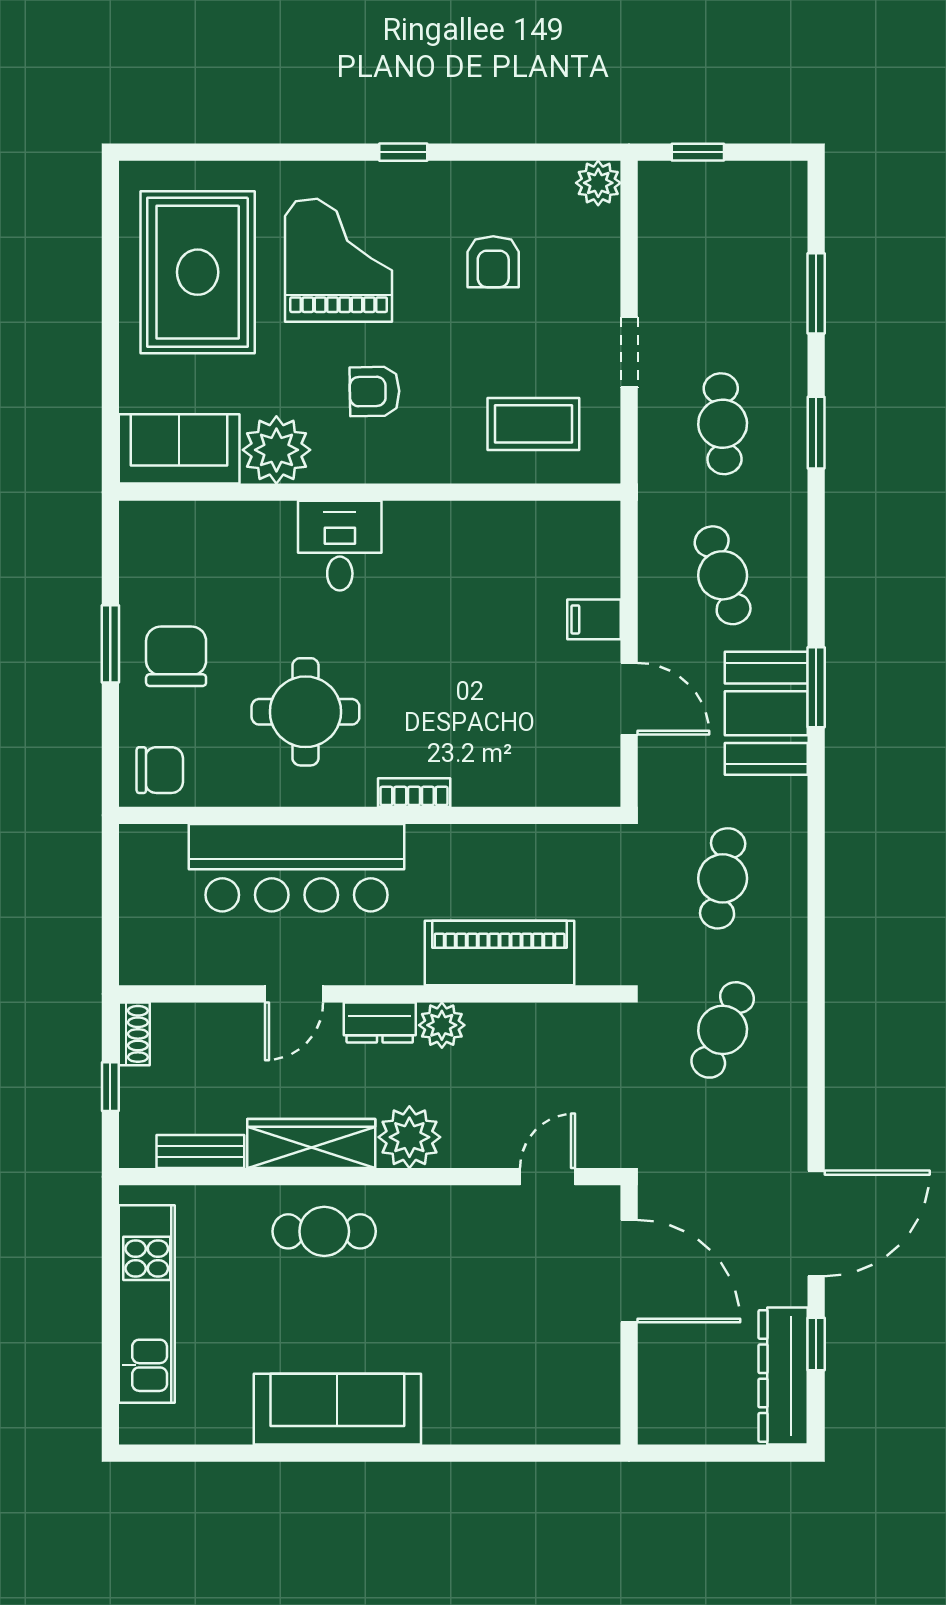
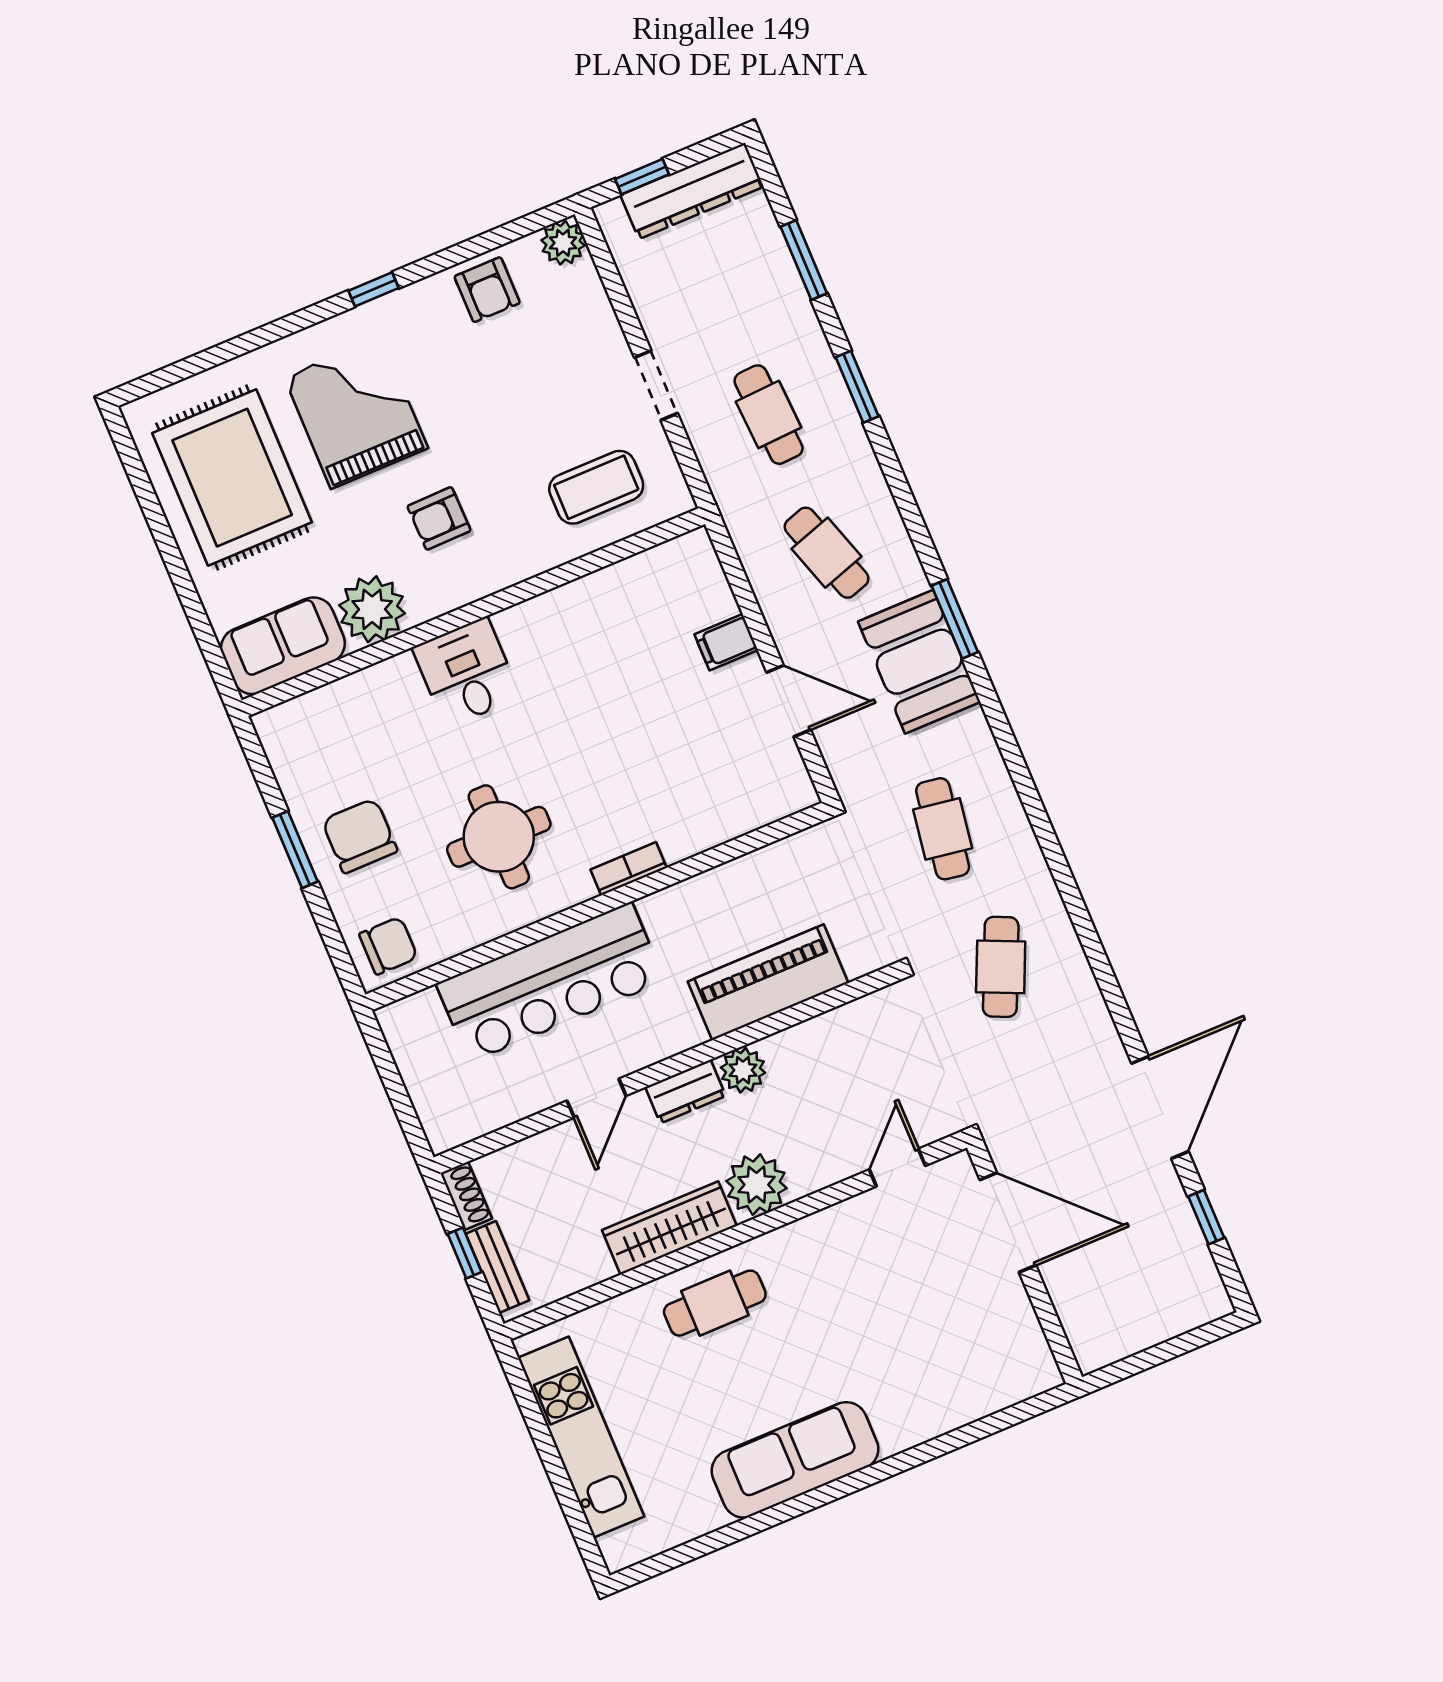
armchair: (493, 262) -> (487, 290), moved
bench: (200, 1152) -> (497, 1267), moved, turned 90
dresser: (783, 1376) -> (692, 191), moved, turned -90

